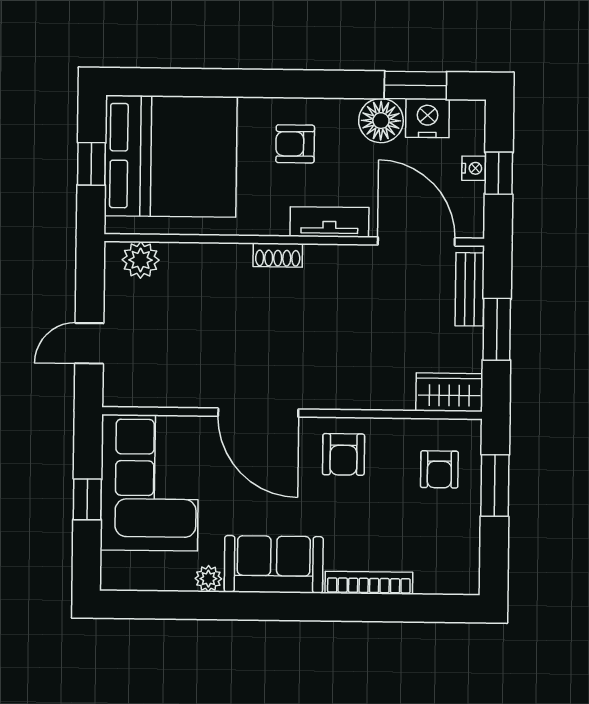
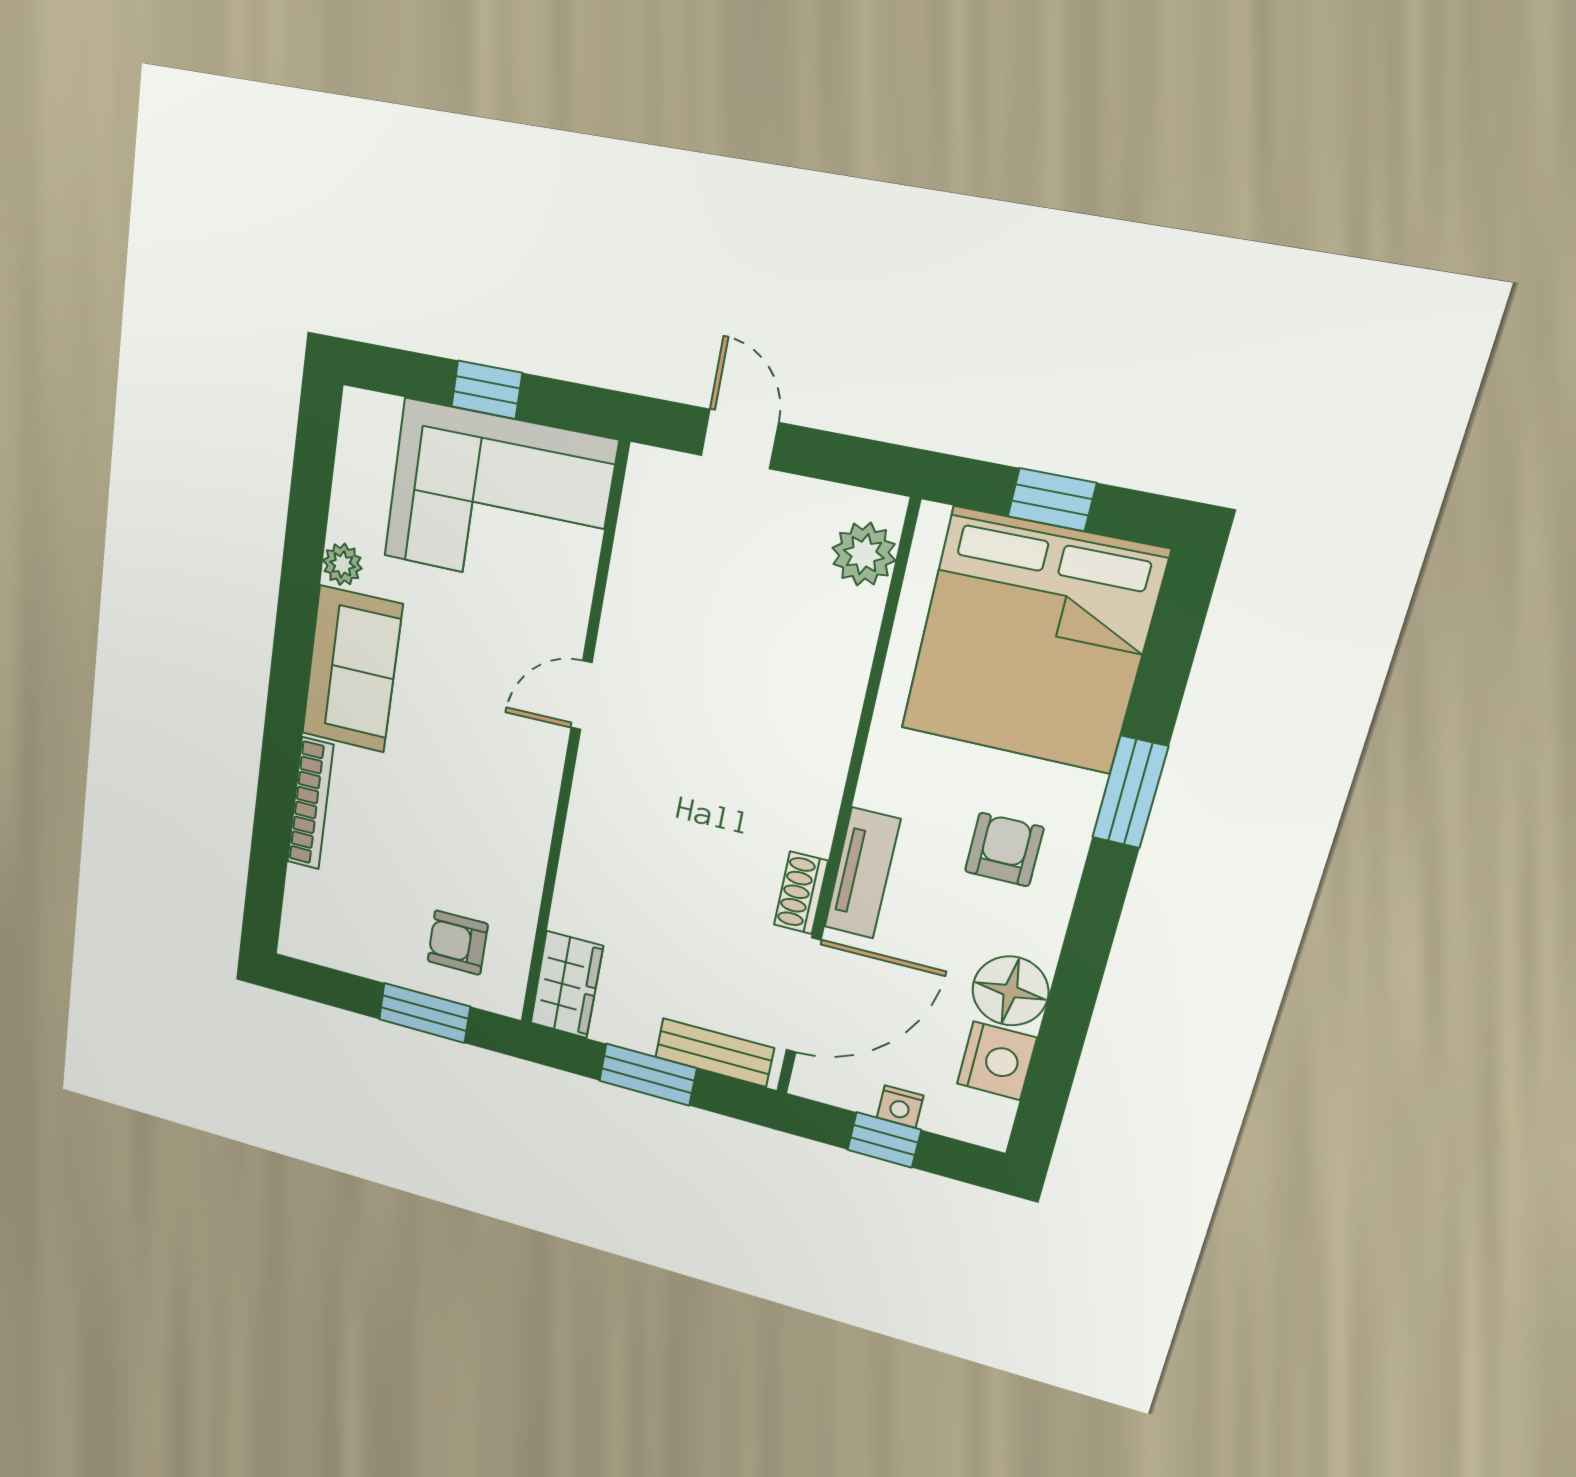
window: (415, 85) -> (1130, 792), moved
shoe rack: (278, 255) -> (801, 893), moved
door: (258, 413) -> (582, 695), width x0.53
armchair: (344, 454) -> (499, 810), removed

